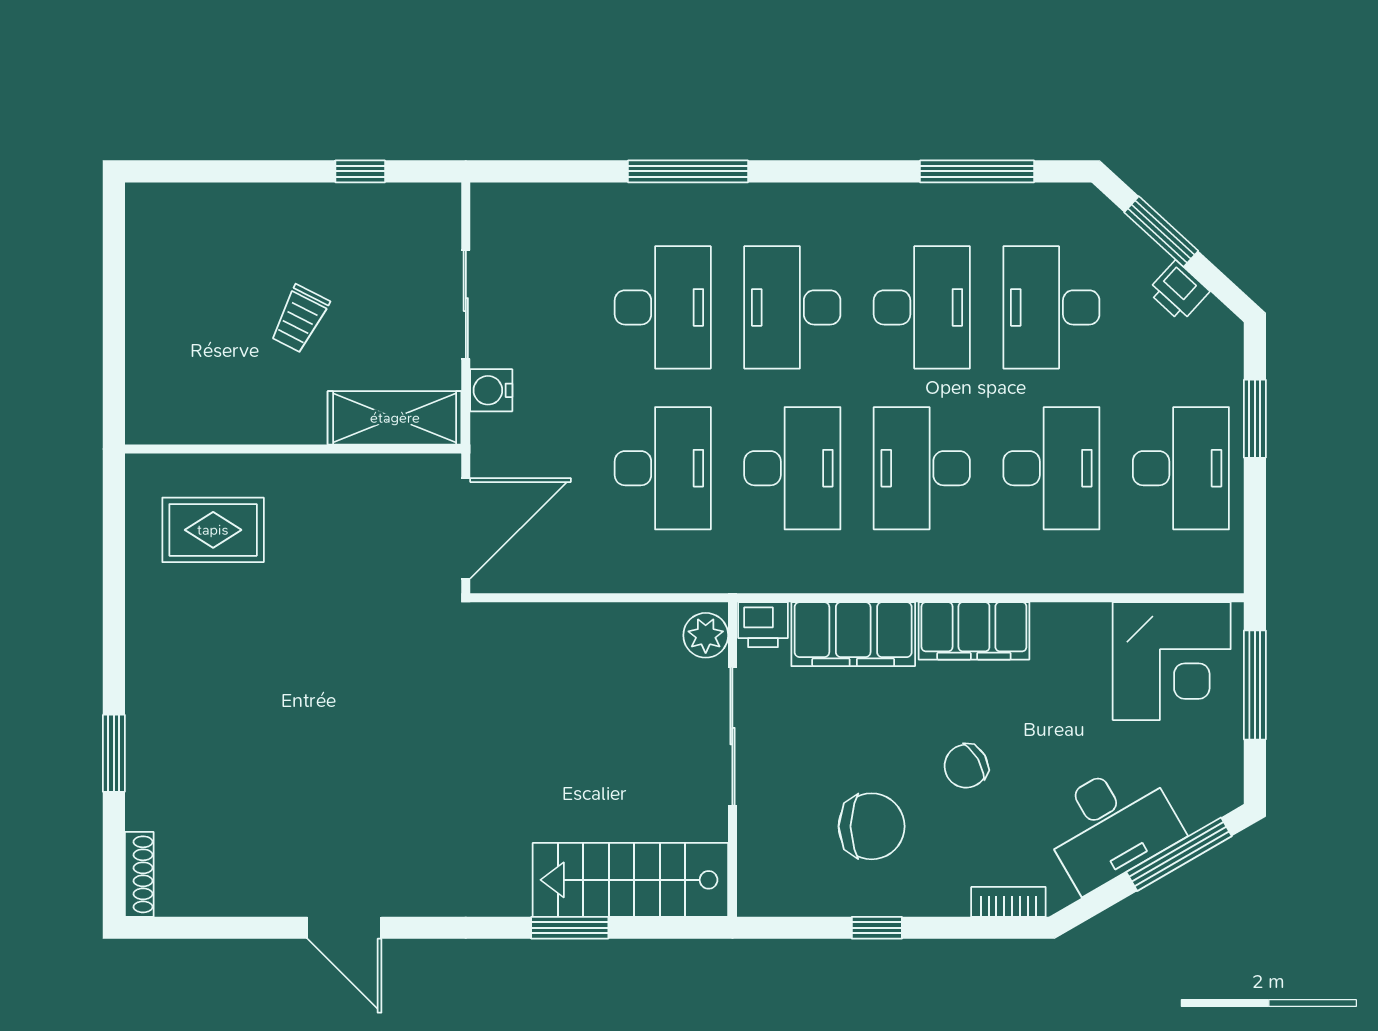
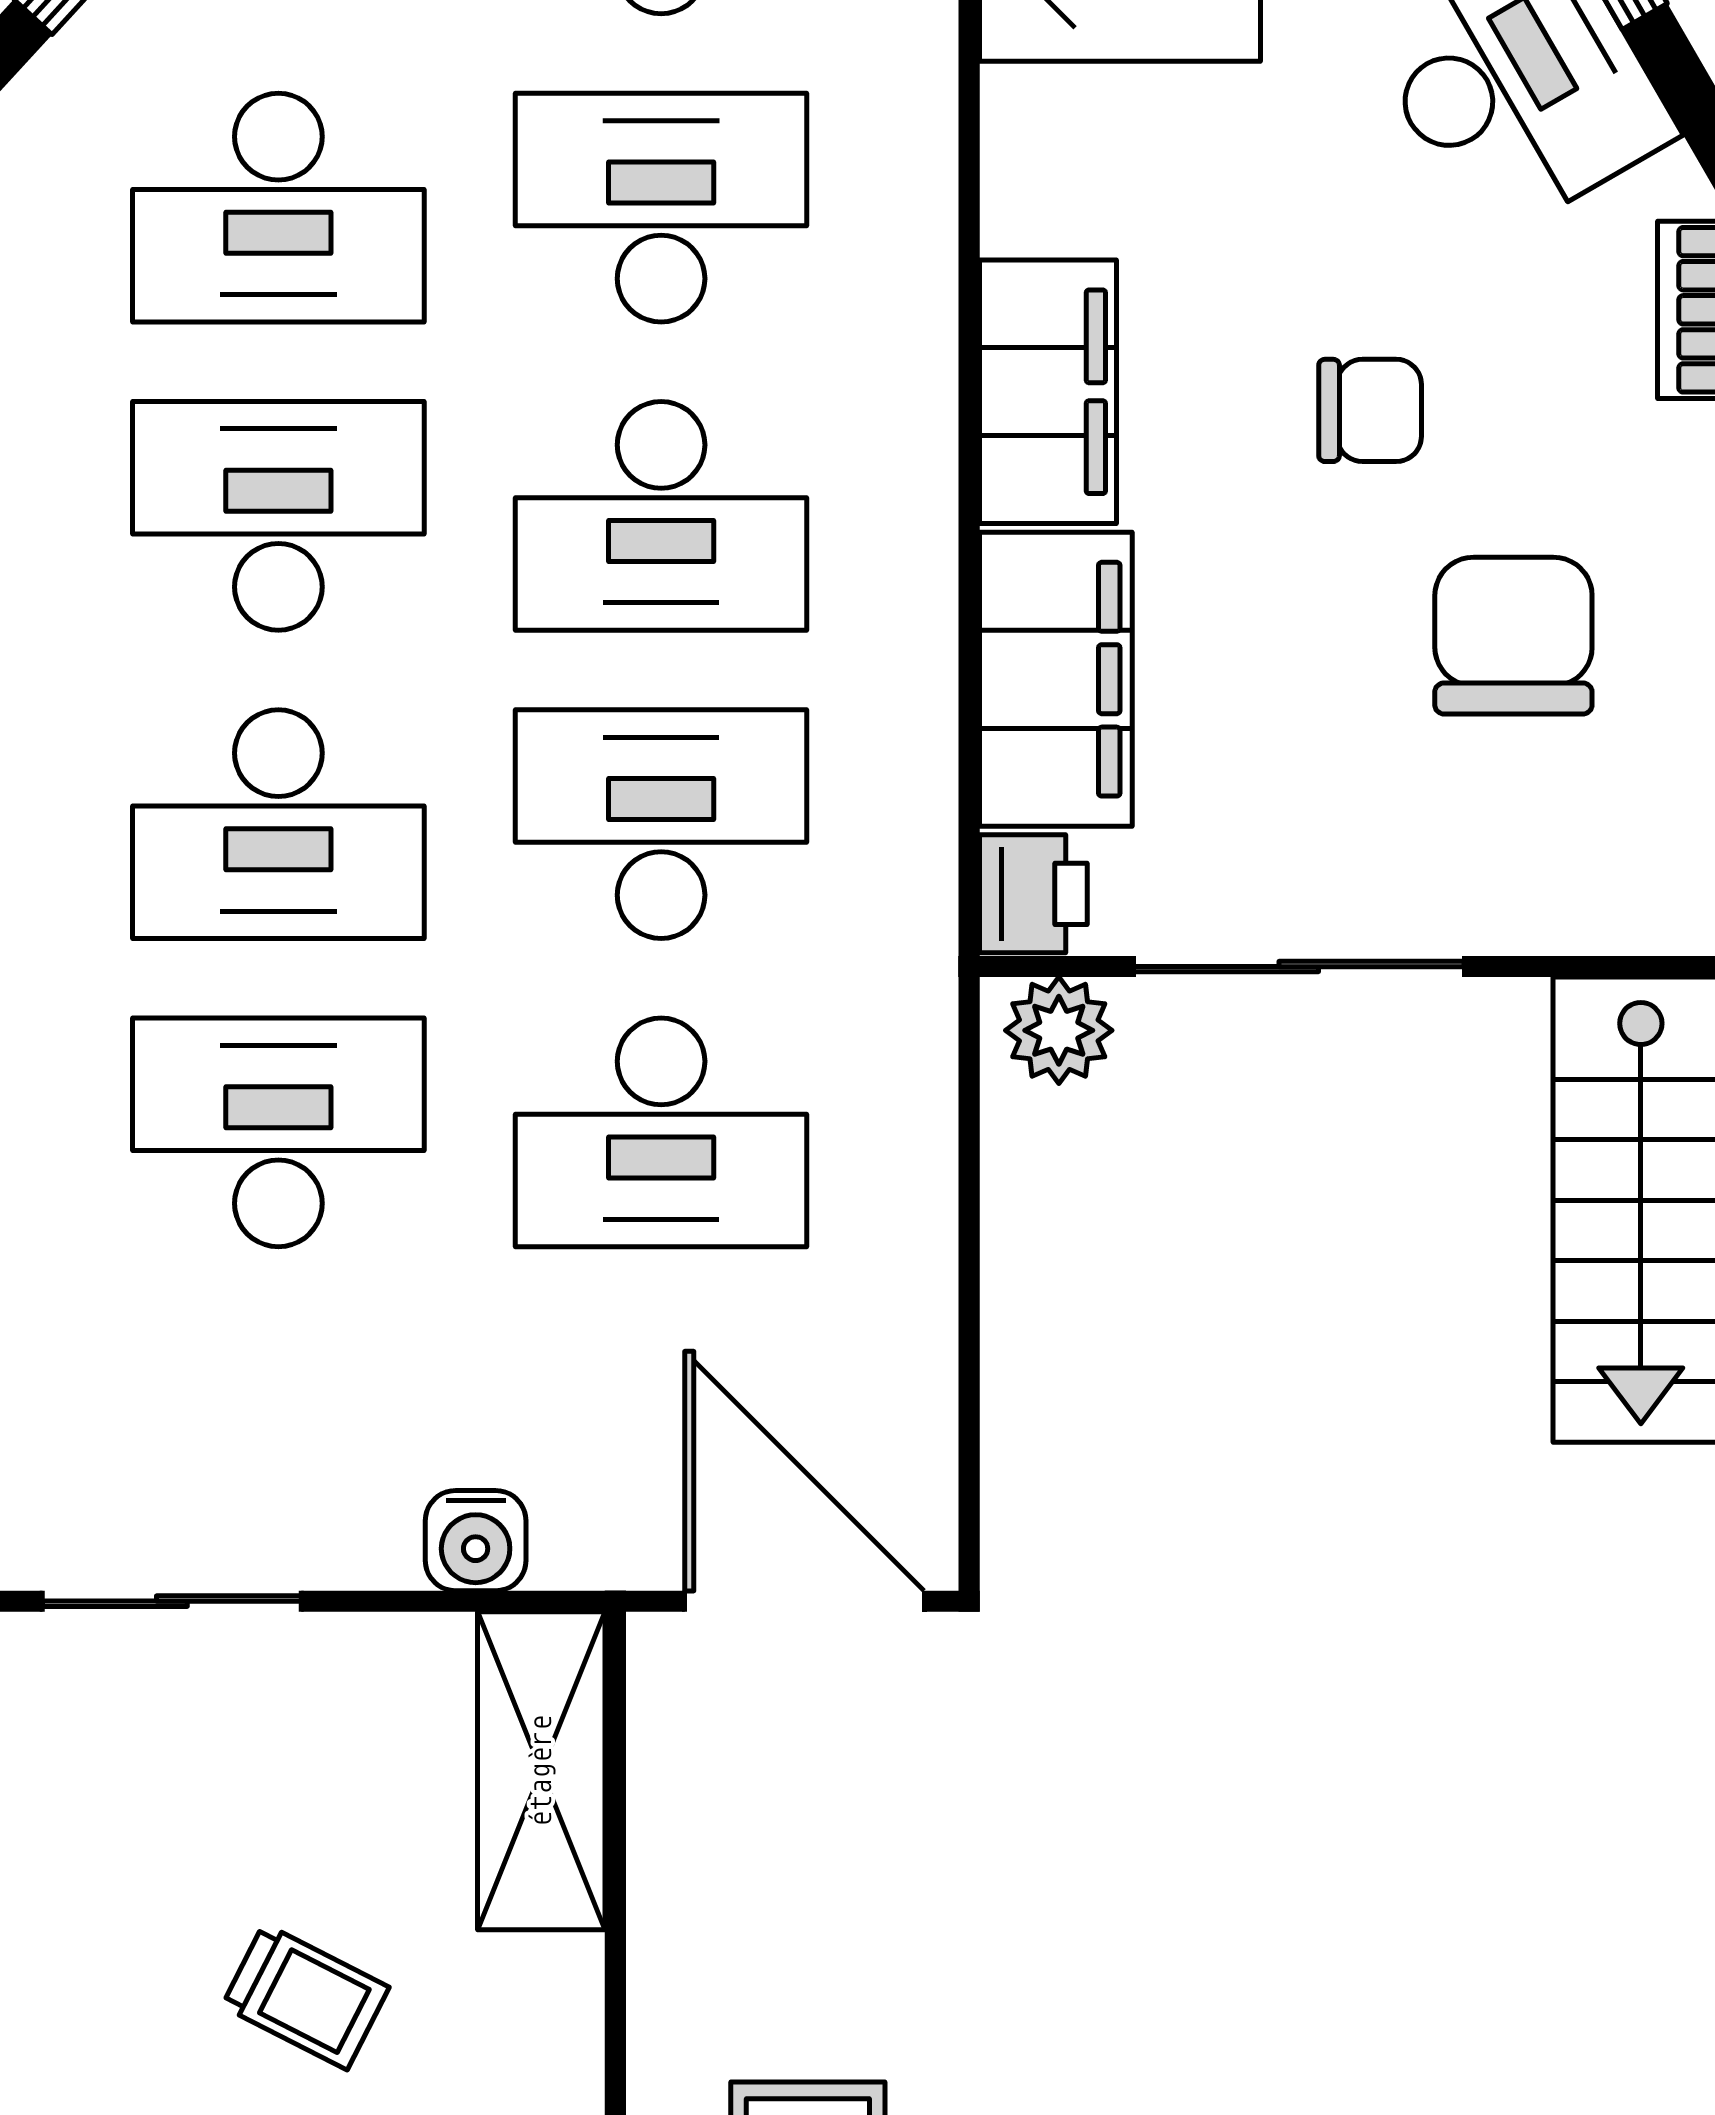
sliding door: (466, 305) -> (172, 1601), moved
desk: (663, 468) -> (661, 1132), turned 180
chair: (966, 766) -> (1370, 410), turned -60

